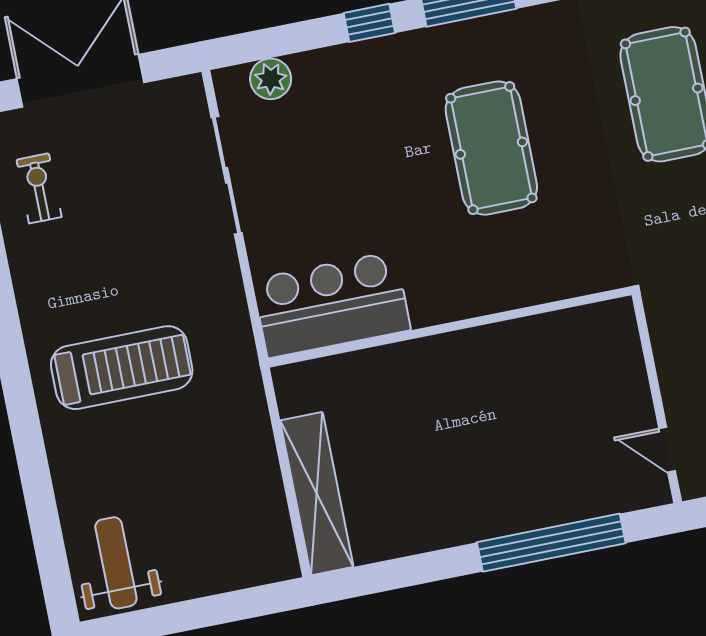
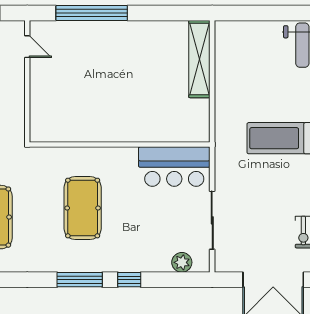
bar counter: (332, 305) -> (174, 167), moved
wall: (450, 327) -> (120, 145), moved

